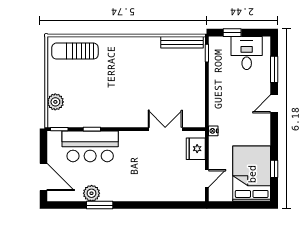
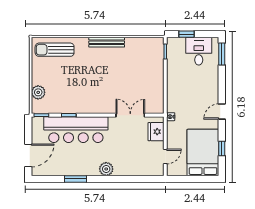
bench: (182, 42) -> (107, 42), moved
window: (274, 69) -> (222, 54), moved
door: (274, 104) -> (222, 111), moved
bar counter: (90, 146) -> (76, 130), width x1.36
door: (43, 177) -> (28, 155), hinge flipped
plant: (92, 193) -> (106, 169), moved

